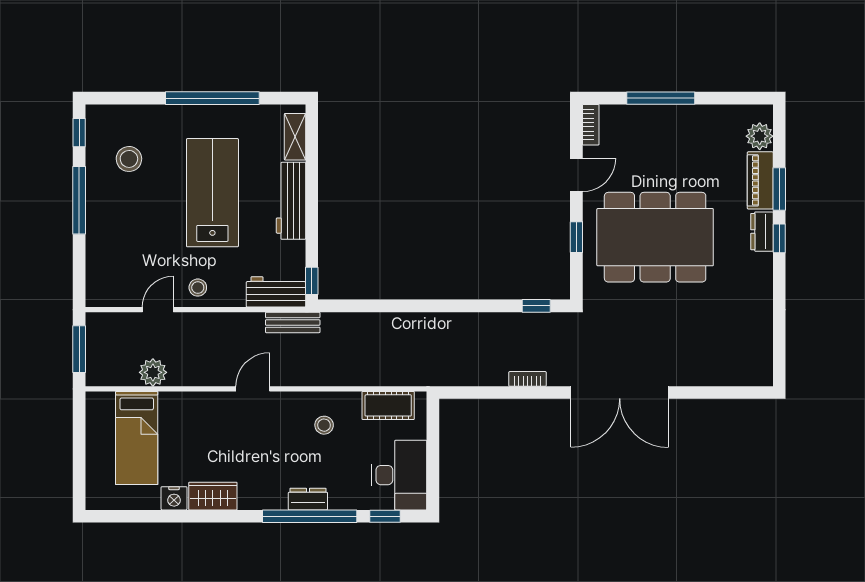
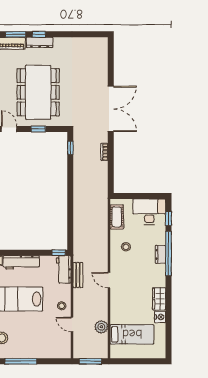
dresser: (762, 232) -> (40, 42), width x1.44
bench: (293, 322) -> (78, 275), moved

